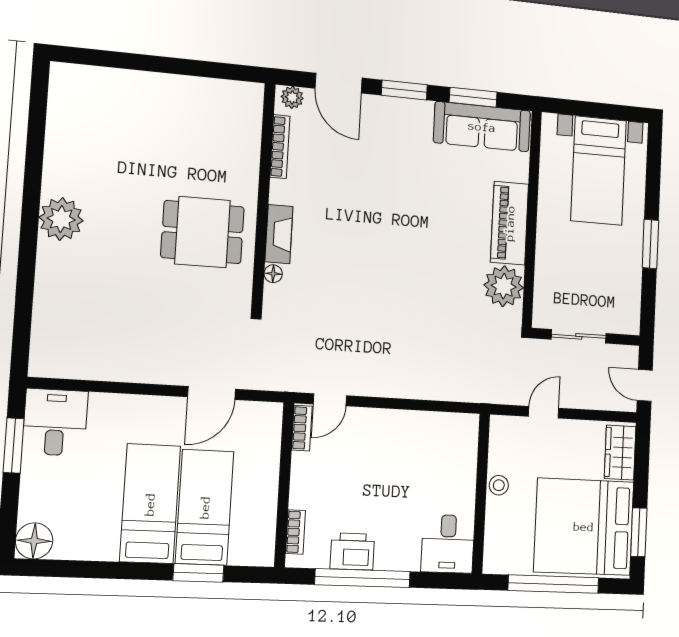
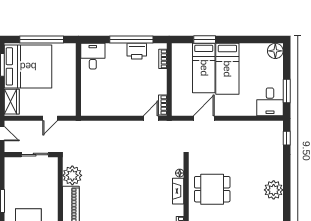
window: (21, 336) -> (287, 138), added
stool: (499, 485) -> (70, 84), removed

